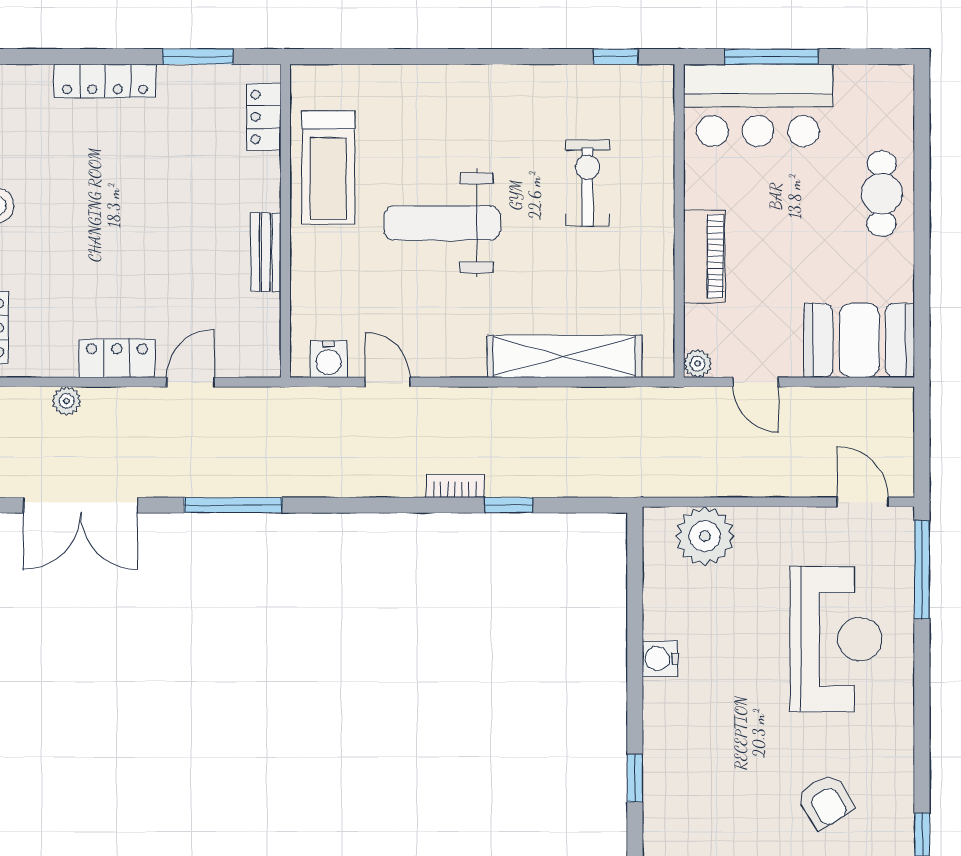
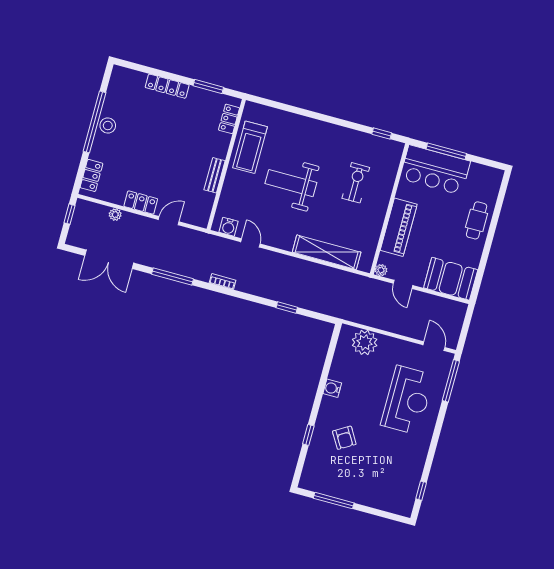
piano: (704, 256) -> (399, 227), width x1.37, depth x1.33
bookcase: (455, 486) -> (223, 282), moved
armchair: (825, 801) -> (344, 438), moved

